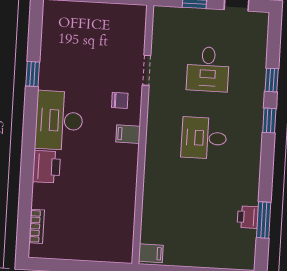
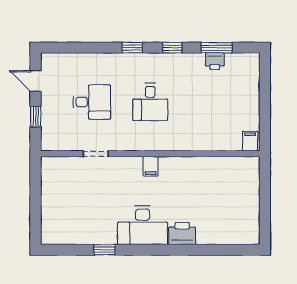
window: (272, 80) -> (172, 48), moved
chair: (120, 100) -> (123, 175), removed
bookcase: (37, 226) -> (233, 239), removed

